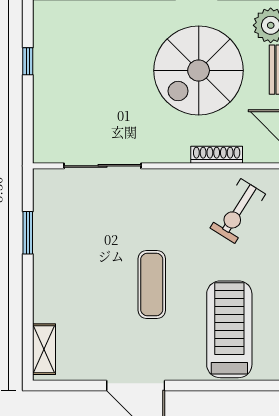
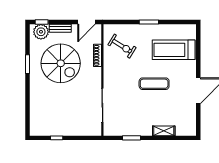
shelving: (44, 349) -> (164, 131), moved

